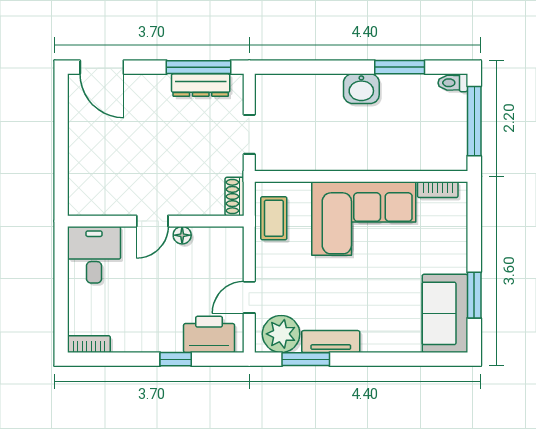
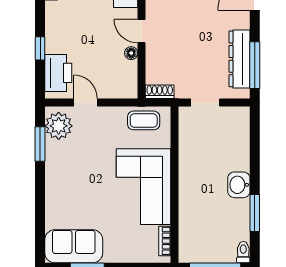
dresser: (201, 85) -> (239, 59), width x1.37, depth x1.24
tv unit: (331, 342) -> (53, 162), removed

